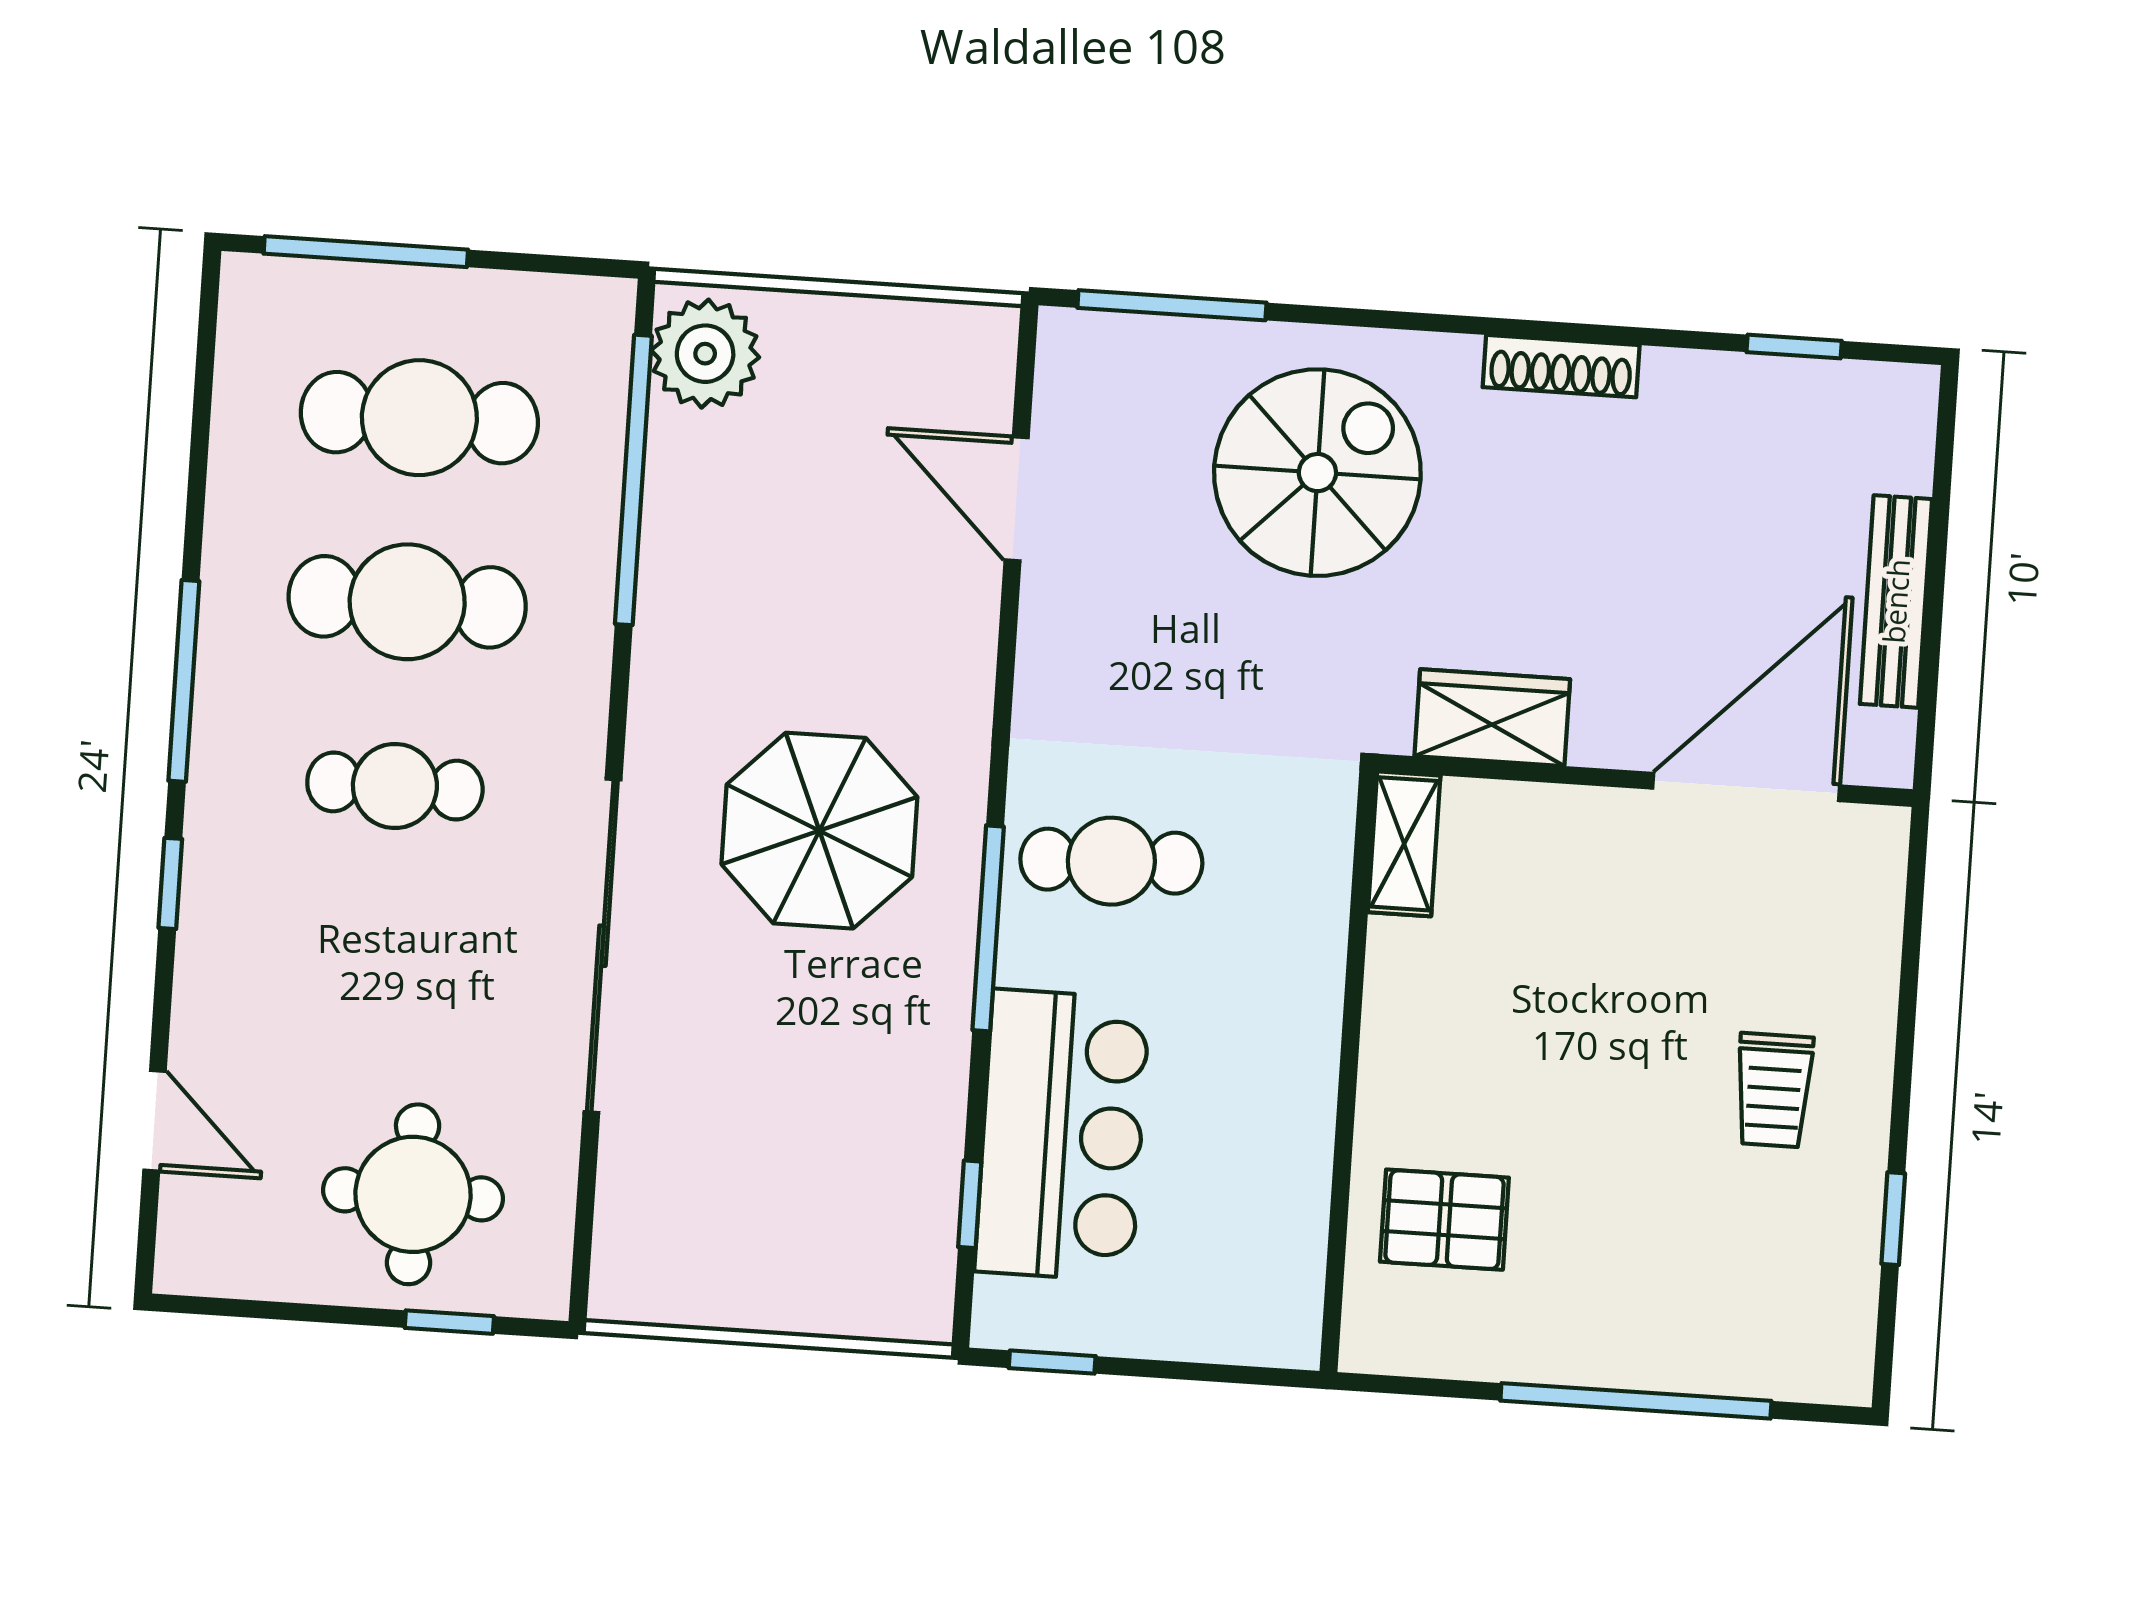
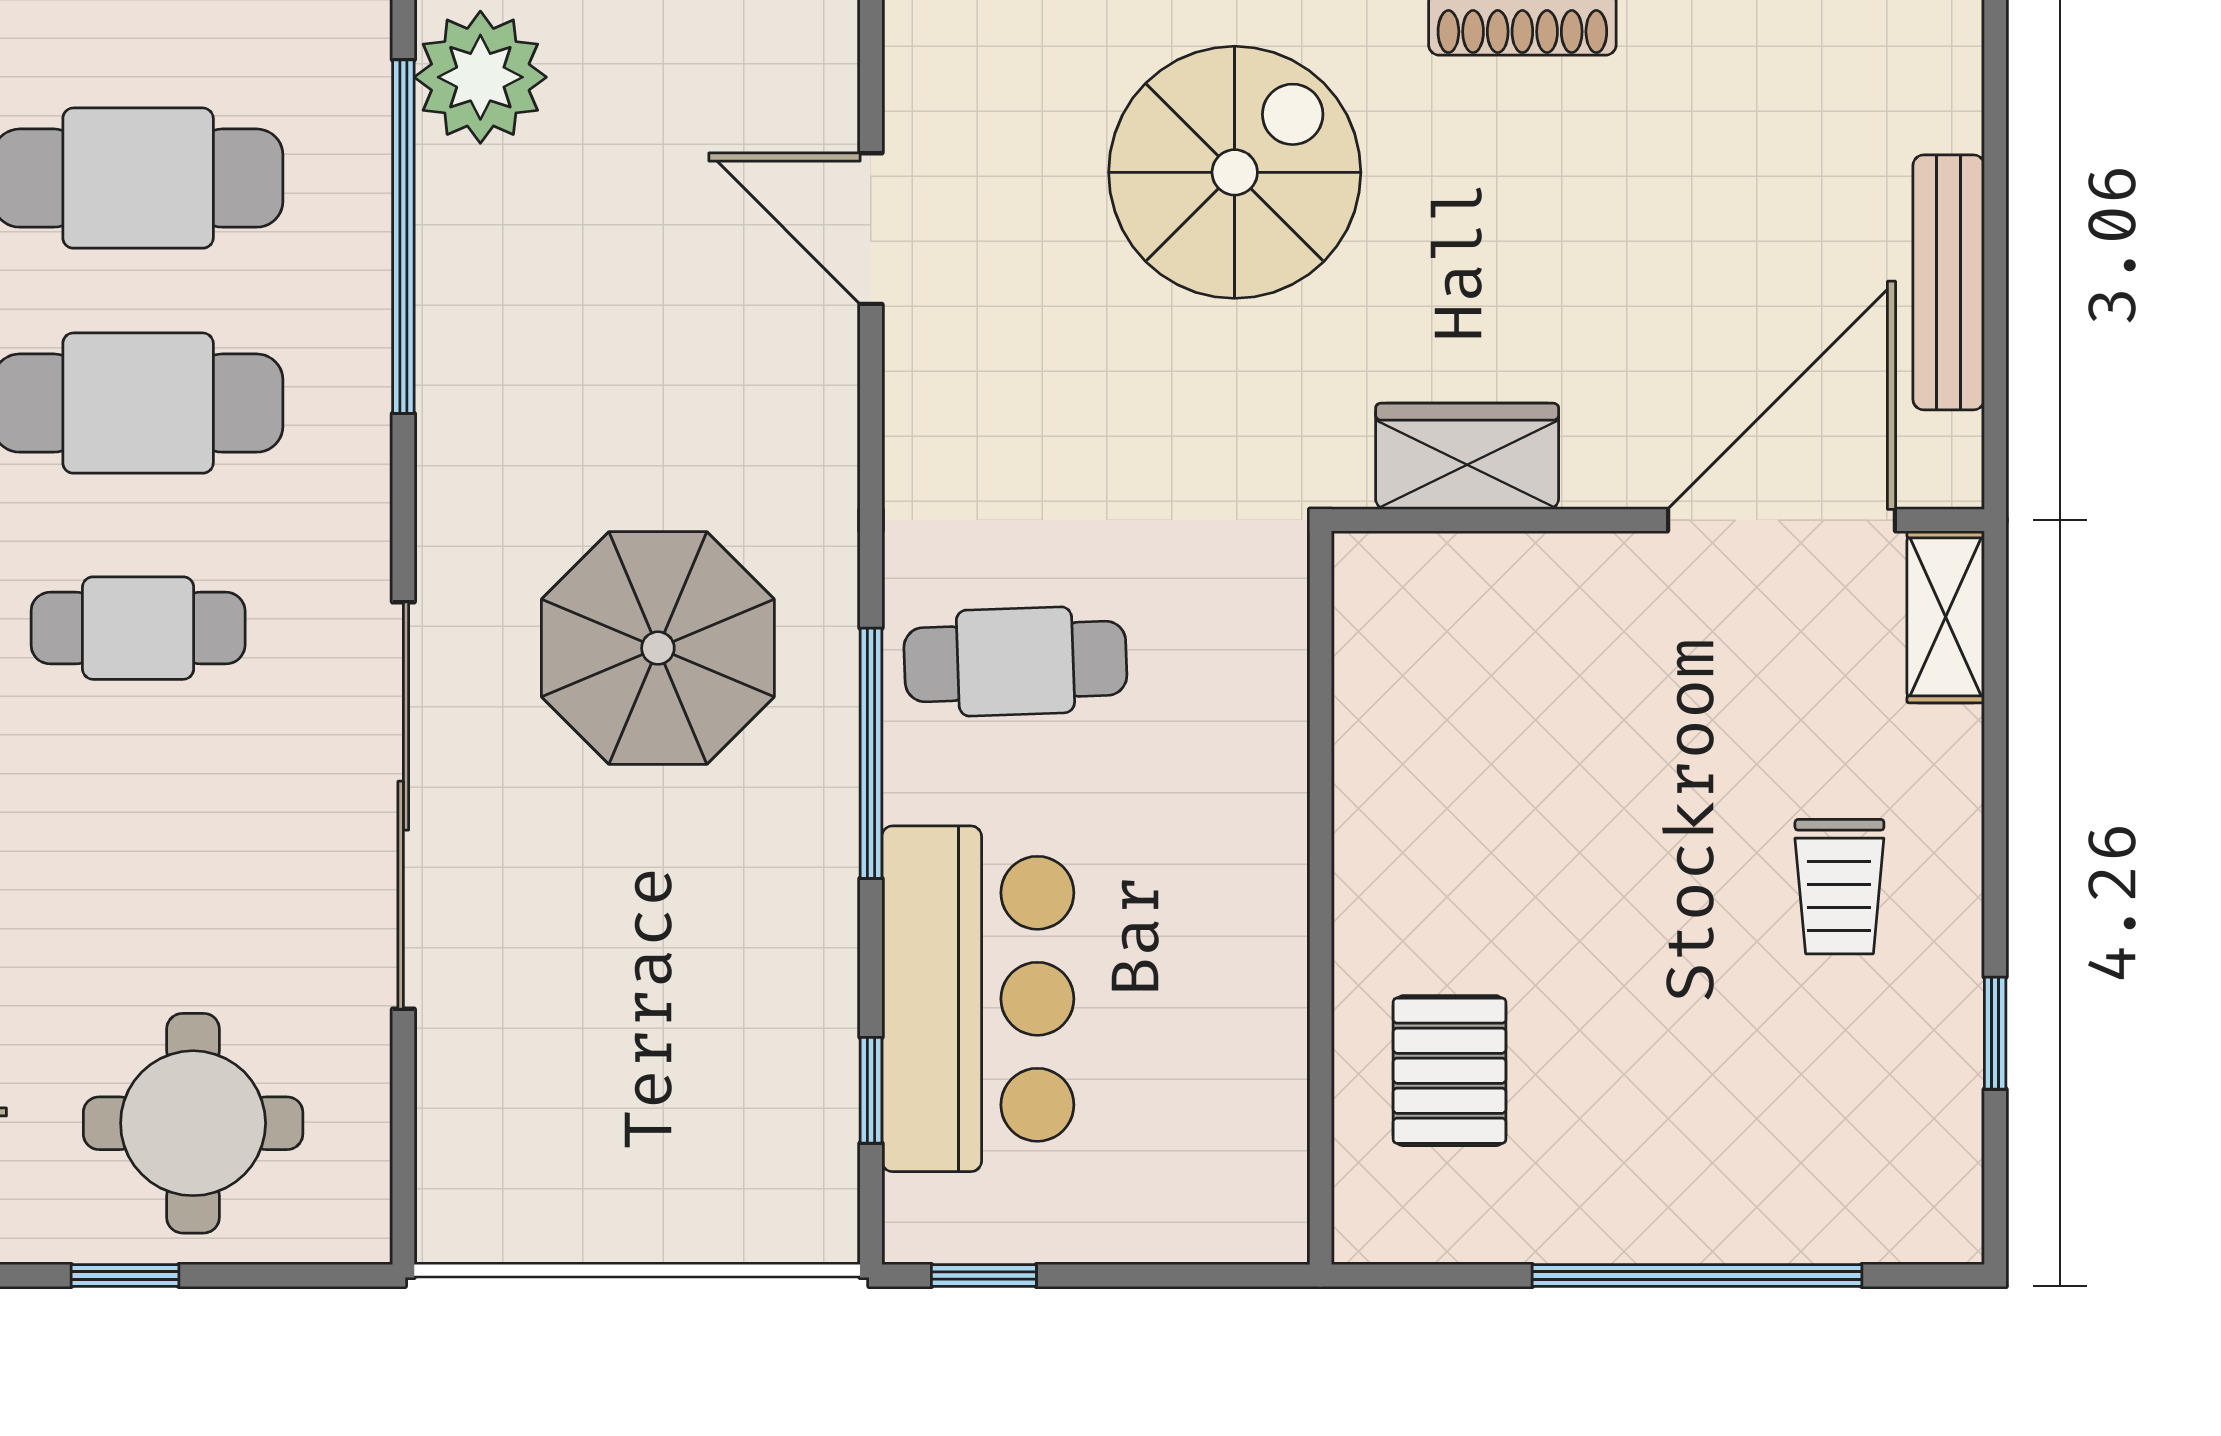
shelving: (1404, 844) -> (1946, 617), moved
pallet: (1444, 1220) -> (1450, 1071), turned 90
window: (449, 1322) -> (125, 1276), moved

